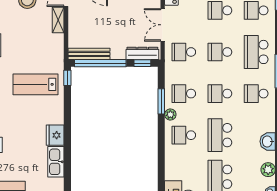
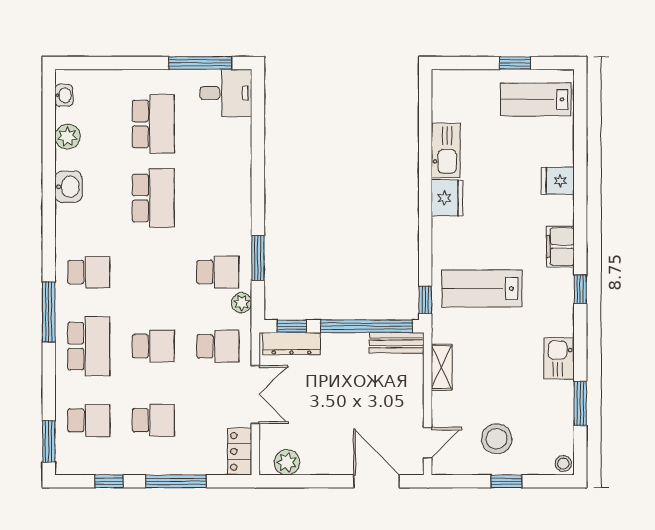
shelving: (58, 20) -> (442, 367), moved
bench: (89, 54) -> (397, 343), width x0.73
lab bench: (36, 84) -> (482, 289), turned 180
school desk: (220, 94) -> (153, 272), removed
plant: (170, 115) -> (242, 303), moved
school desk: (184, 135) -> (218, 198), removed

